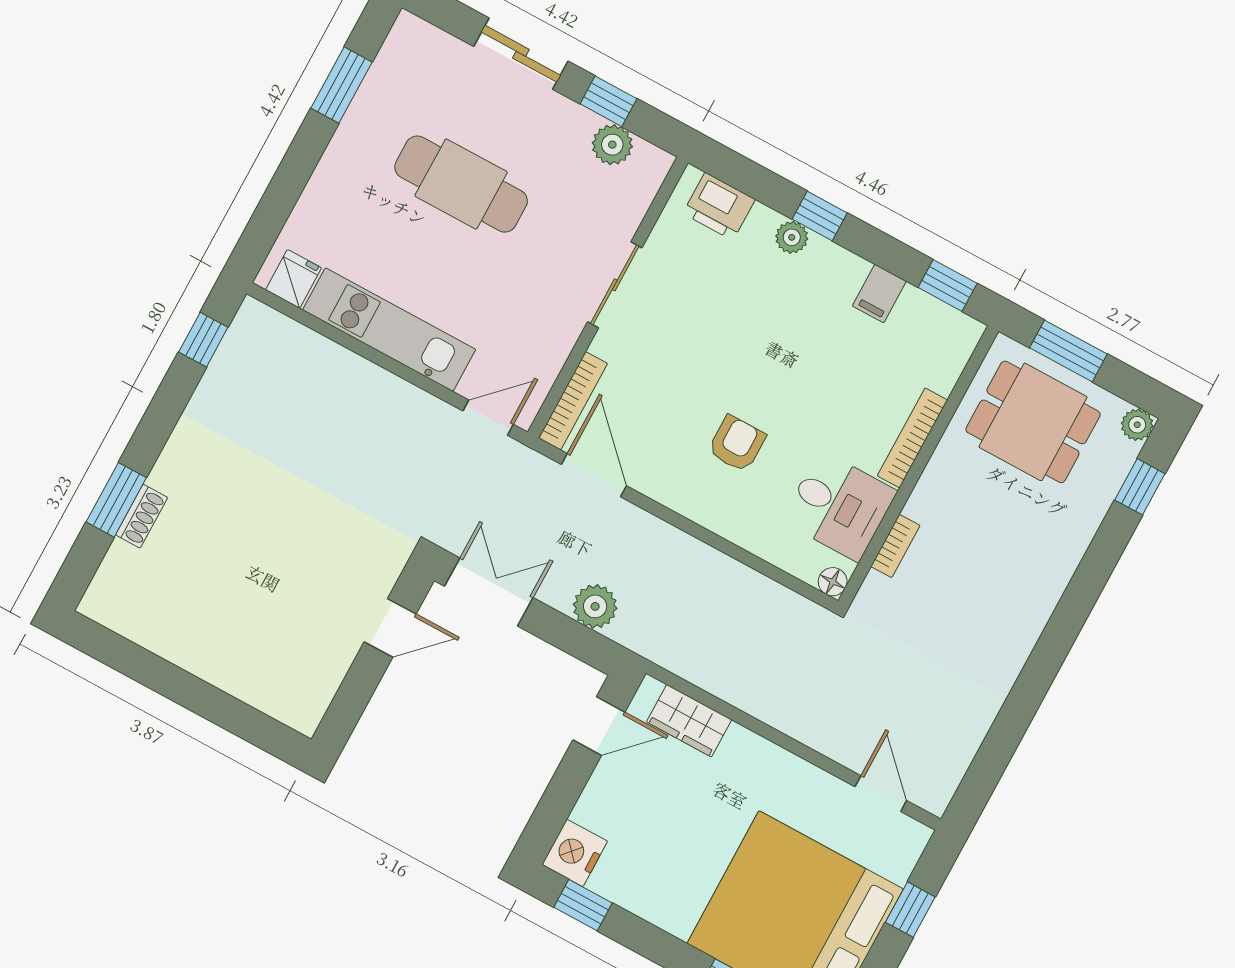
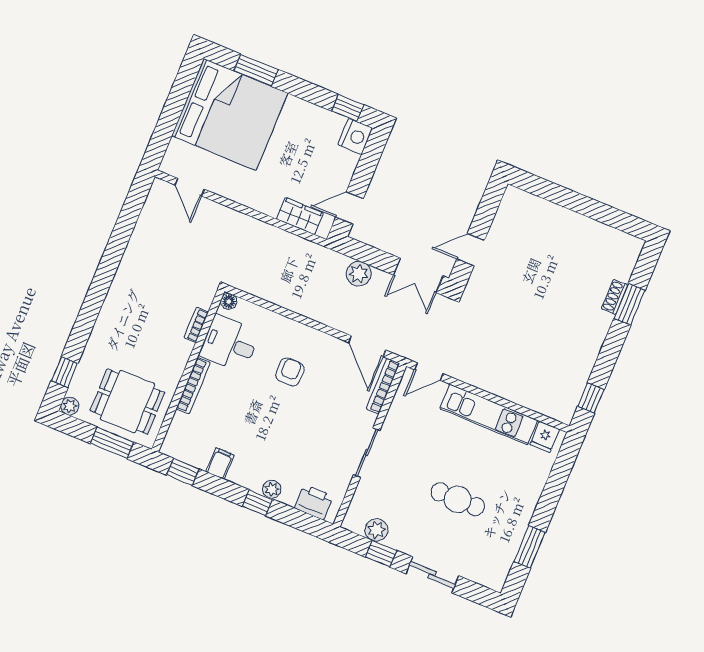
cafe table: (461, 184) -> (458, 499), width x0.73, depth x0.74
armchair: (737, 444) -> (290, 372), turned 180
window: (910, 910) -> (166, 125), removed

